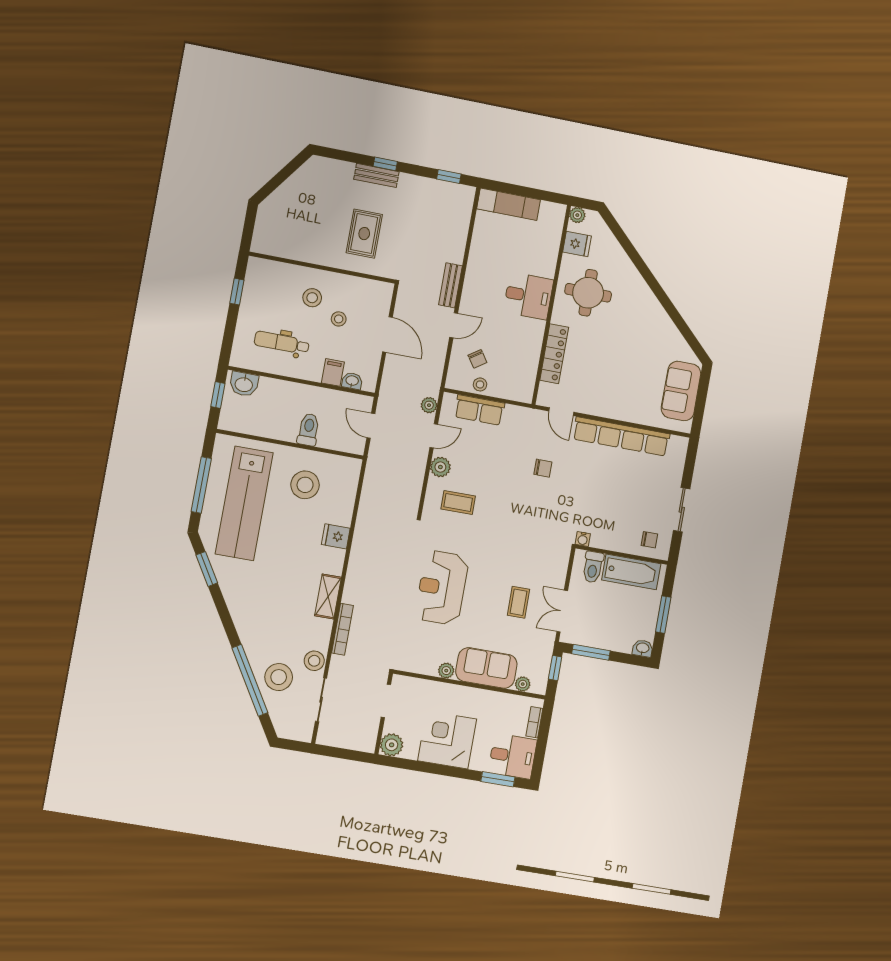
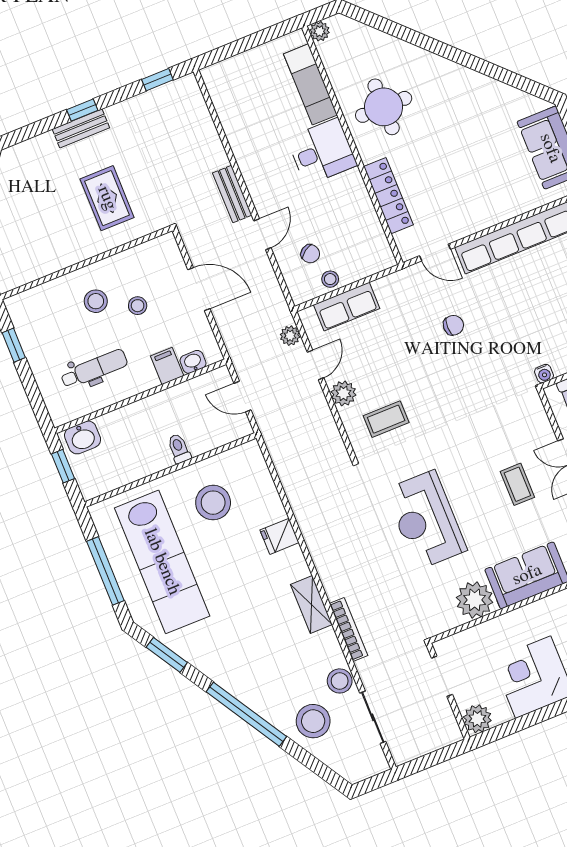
exam couch: (509, 204) -> (310, 84), moved, turned 90
fridge: (577, 244) -> (339, 62), removed
dental chair: (282, 343) -> (94, 369), turned 180
toilet: (308, 430) -> (179, 449), width x0.73, depth x0.72
plant: (446, 671) -> (475, 600), width x1.88, depth x1.88
window: (250, 680) -> (246, 714), moved

